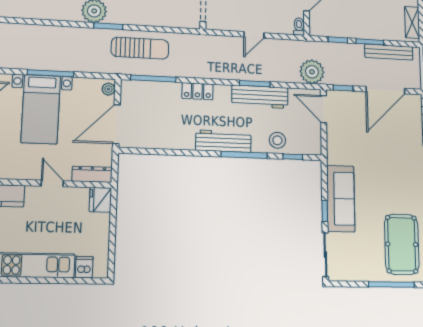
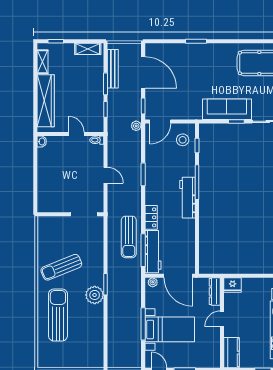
sun lounger: (140, 48) -> (129, 237), moved, turned 180
plant: (312, 72) -> (136, 126), width x0.53, depth x0.53
workbench: (260, 97) -> (153, 252), moved
stool: (277, 140) -> (183, 140), moved

